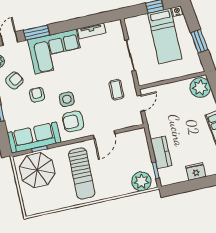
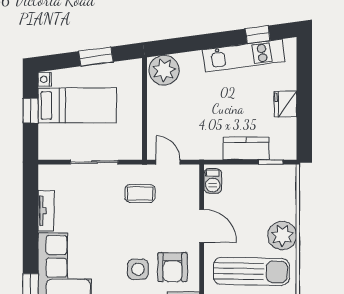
barbecue: (135, 135) -> (213, 181), added
plant: (141, 181) -> (282, 235), moved

